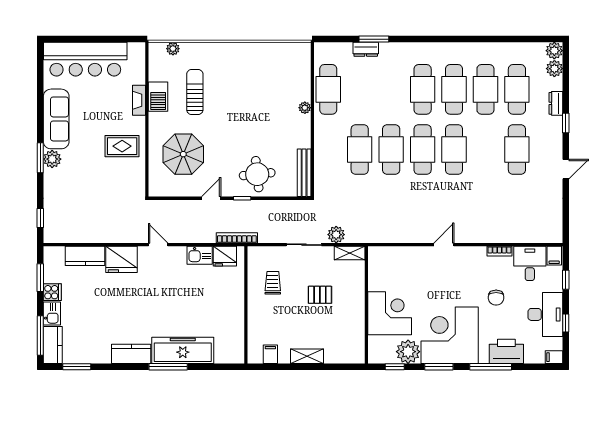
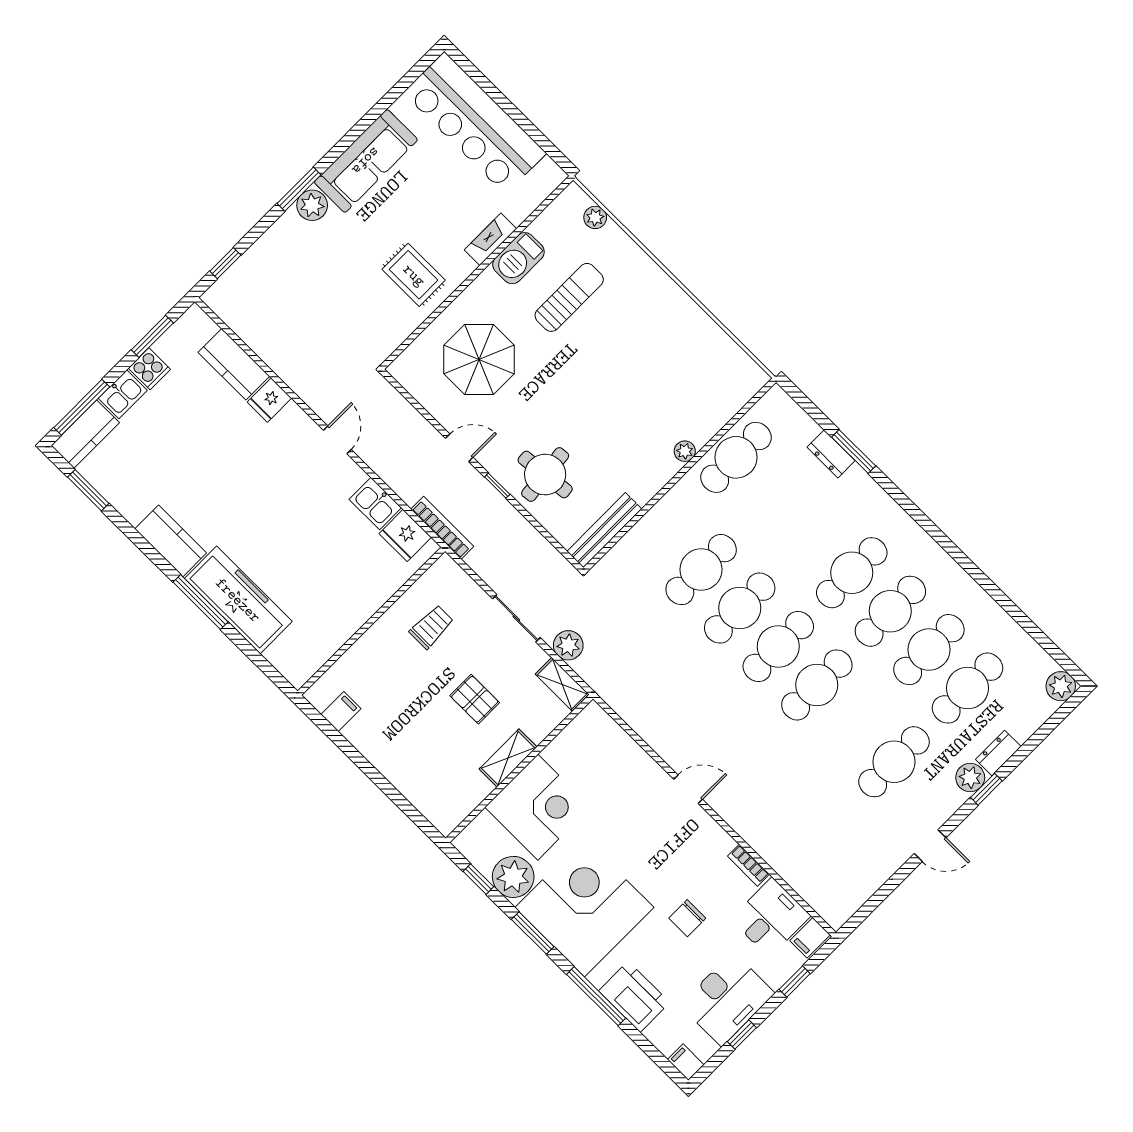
plant: (554, 69) -> (970, 778), moved
fridge: (121, 259) -> (269, 400), width x0.53, depth x0.75
shelving: (307, 356) -> (508, 758), moved, turned 90

